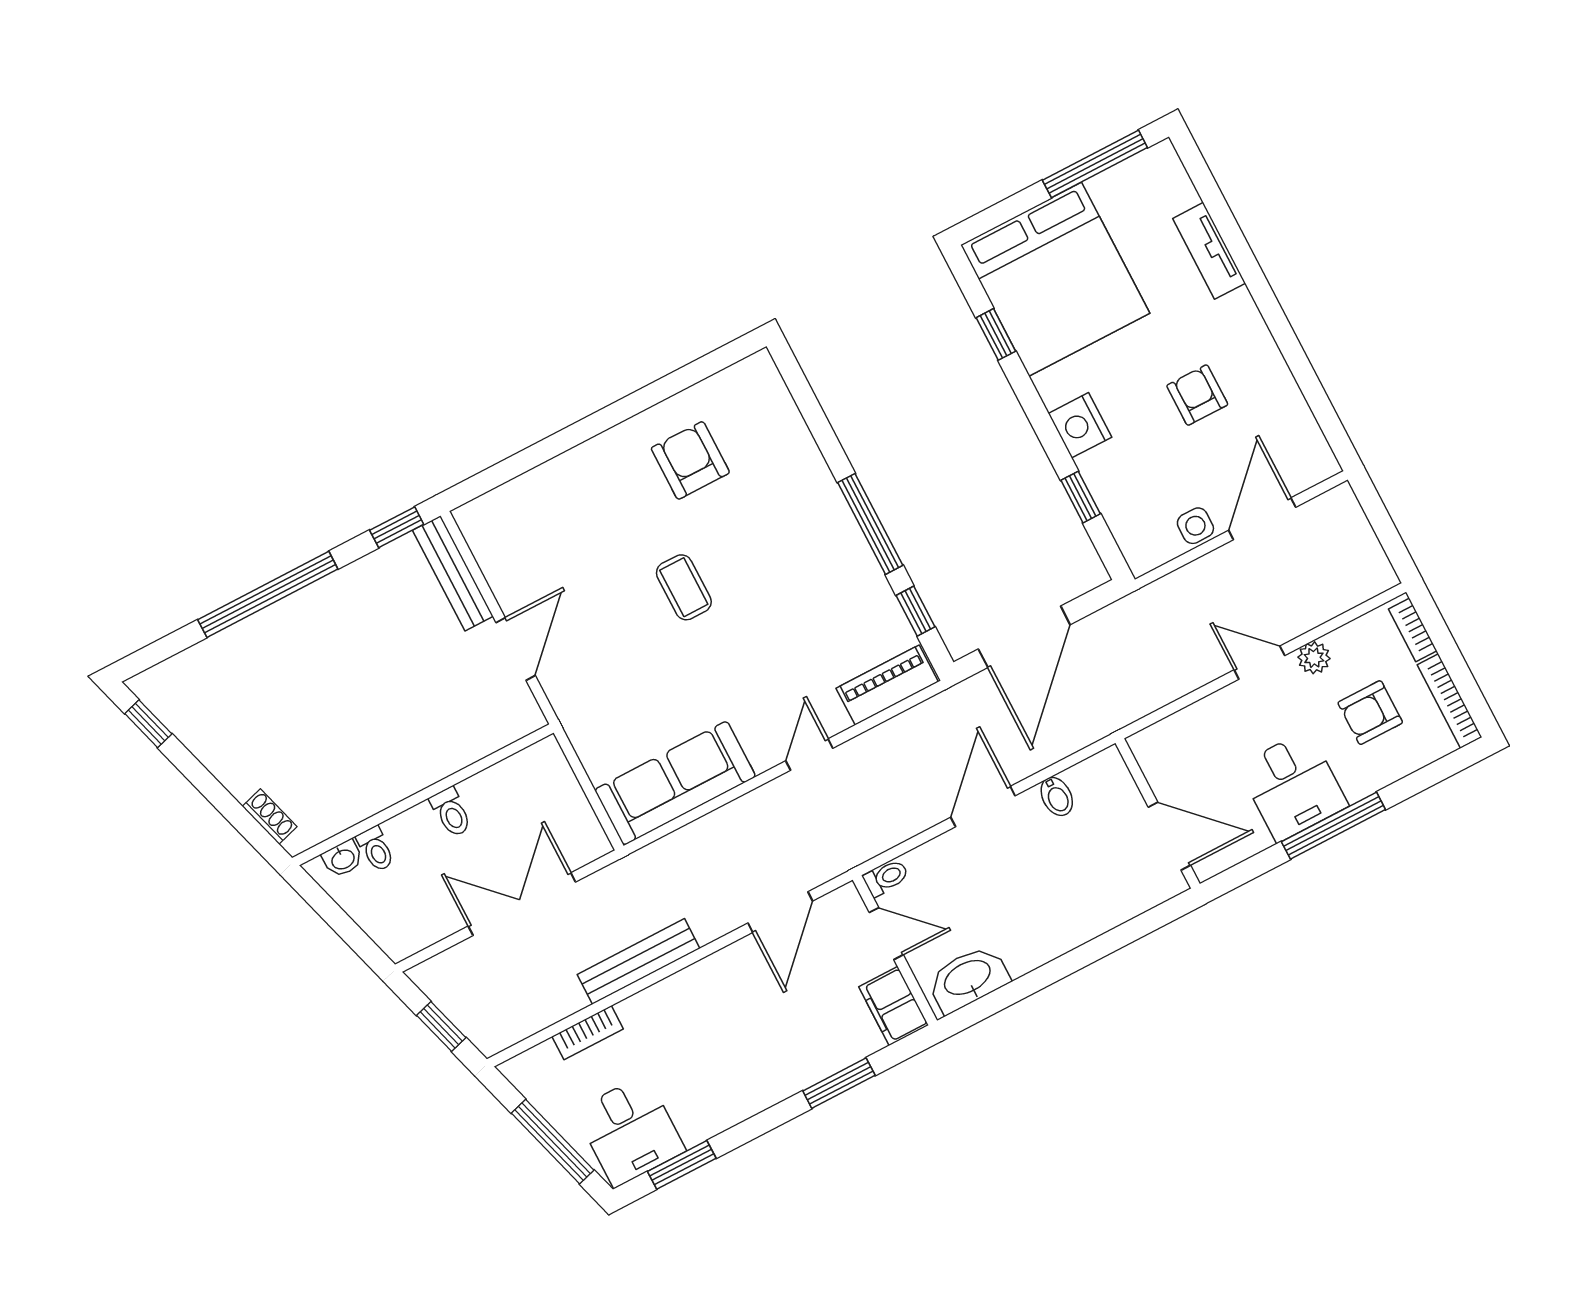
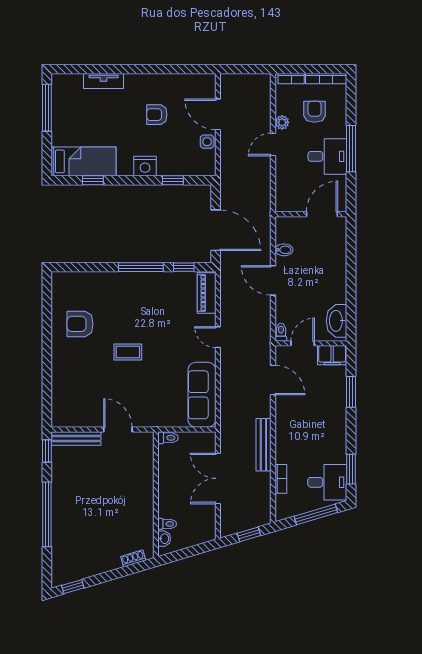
bed: (1055, 279) -> (83, 161), width x0.49
armchair: (1370, 713) -> (315, 112), turned 180
toilet: (451, 812) -> (168, 438), moved

